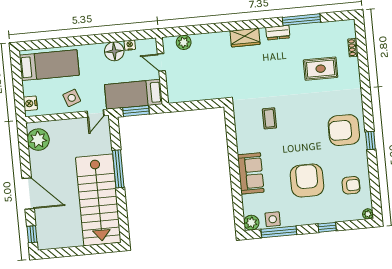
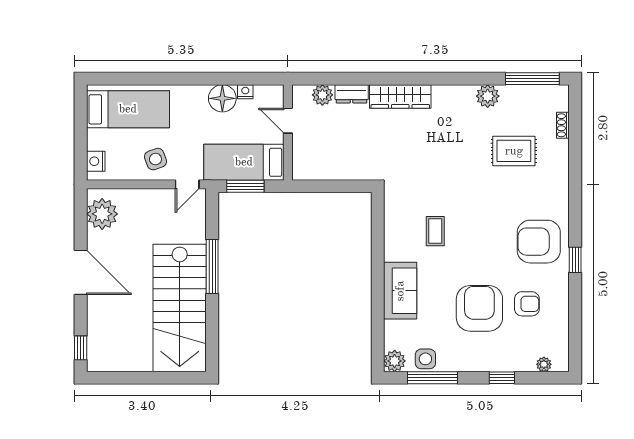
window: (301, 20) -> (532, 79), moved
plant: (299, 32) -> (488, 96), added
dresser: (278, 33) -> (352, 94), moved
wardrobe: (245, 38) -> (400, 96), width x1.50
coffee table: (269, 118) -> (435, 231), moved
armchair: (351, 185) -> (527, 304), moved
door: (28, 194) -> (81, 272), moved
plant: (368, 214) -> (544, 364), moved

